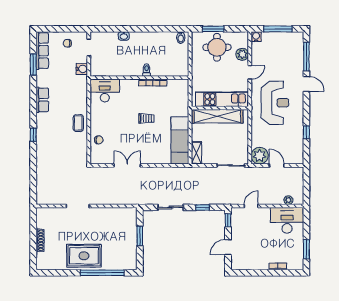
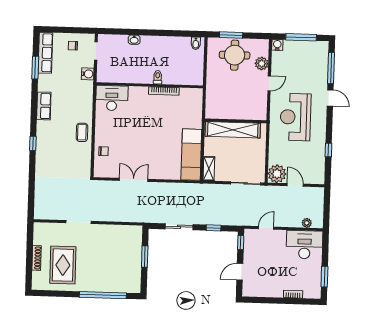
kitchen unit: (222, 99) -> (238, 111), removed
reception desk: (275, 103) -> (295, 117), turned 180
trolley: (146, 118) -> (156, 130), removed
rug: (84, 256) -> (63, 265), moved, turned 90

